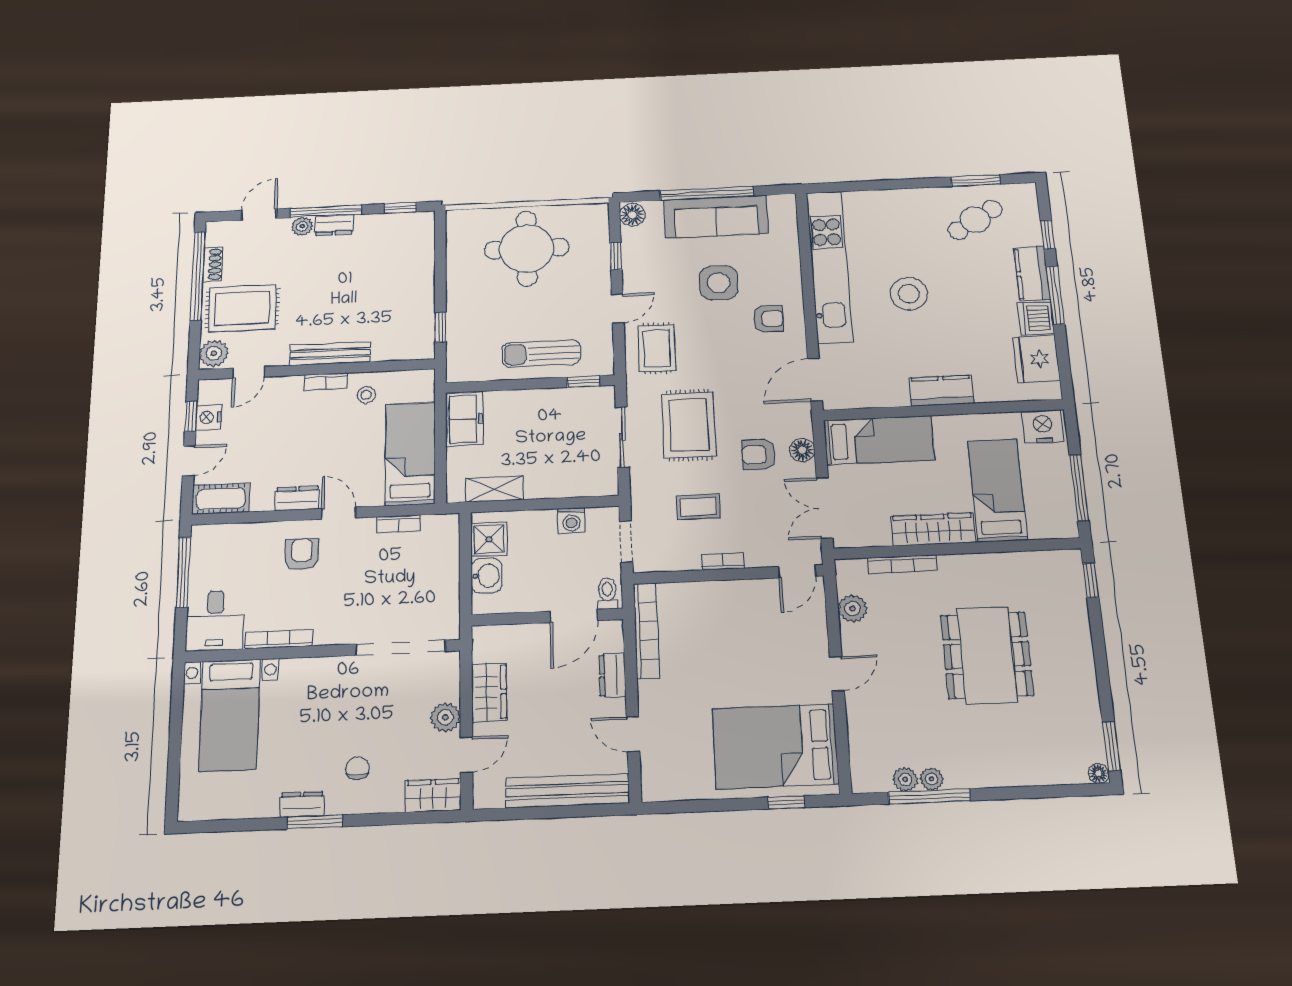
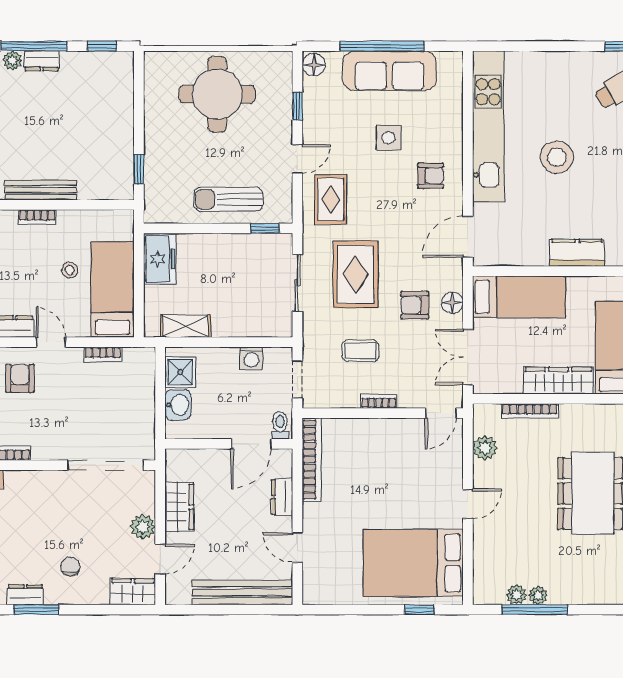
side table: (719, 283) -> (388, 138), width x0.73, depth x0.73
stool: (366, 395) -> (70, 270), moved

